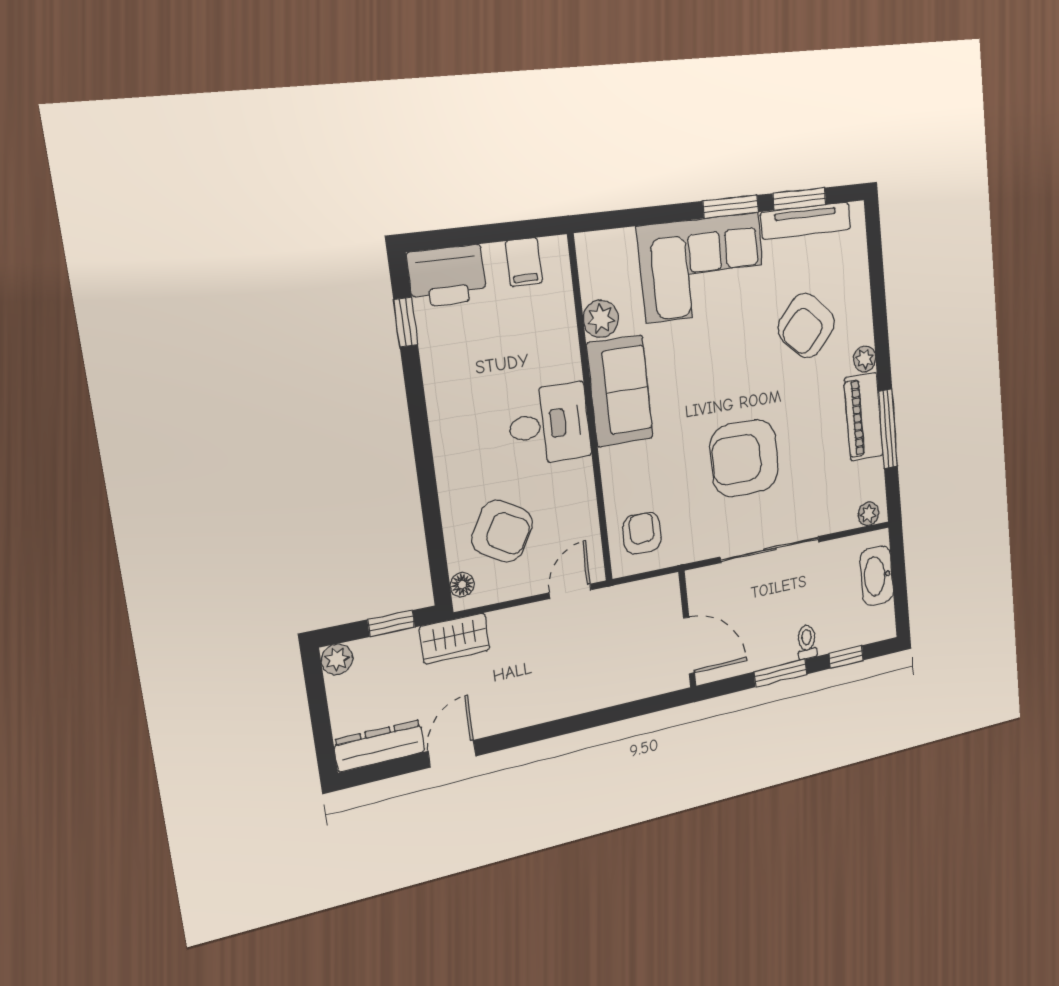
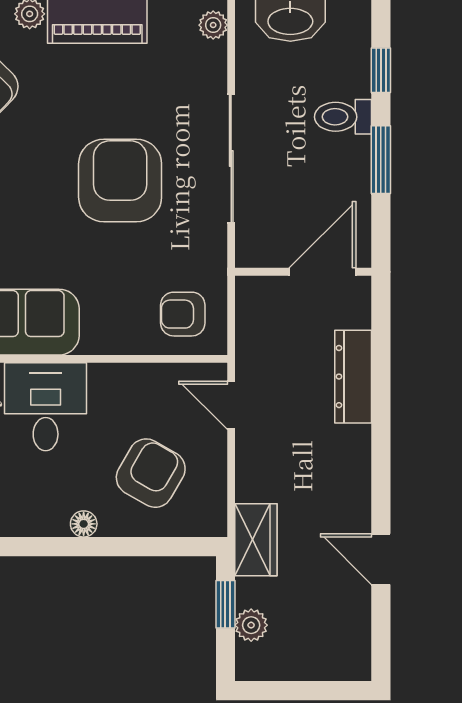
armchair: (744, 458) -> (120, 180), turned 180
floor lamp: (462, 585) -> (84, 524), moved
toilet: (807, 642) -> (343, 117), width x1.37, depth x1.39
plant: (337, 659) -> (251, 625), moved
dresser: (379, 746) -> (353, 377), moved

